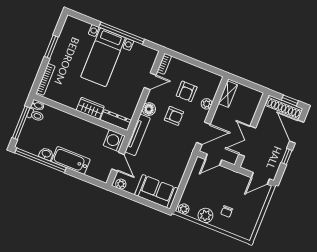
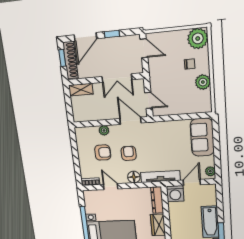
shelving: (228, 94) -> (81, 90), moved
plant: (184, 209) -> (198, 38), moved, width x1.88, depth x1.88

